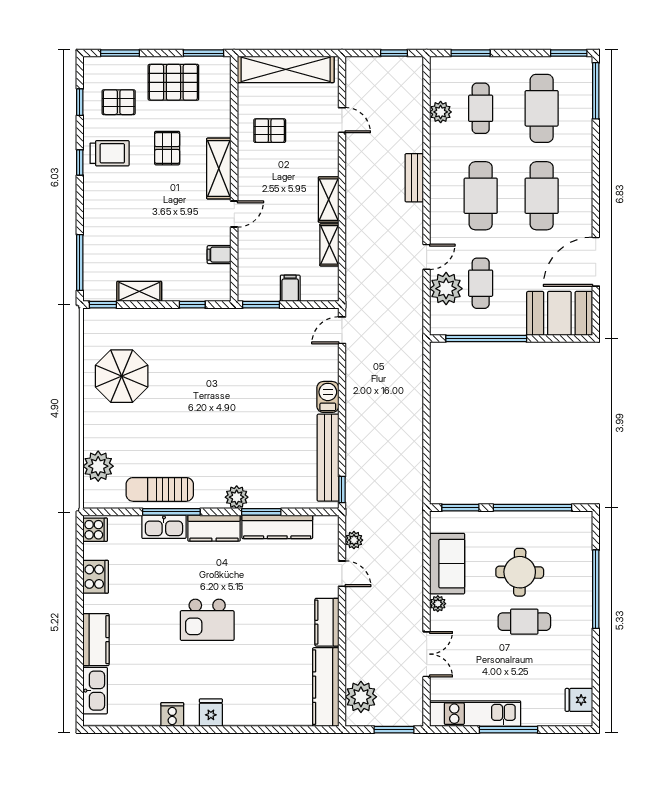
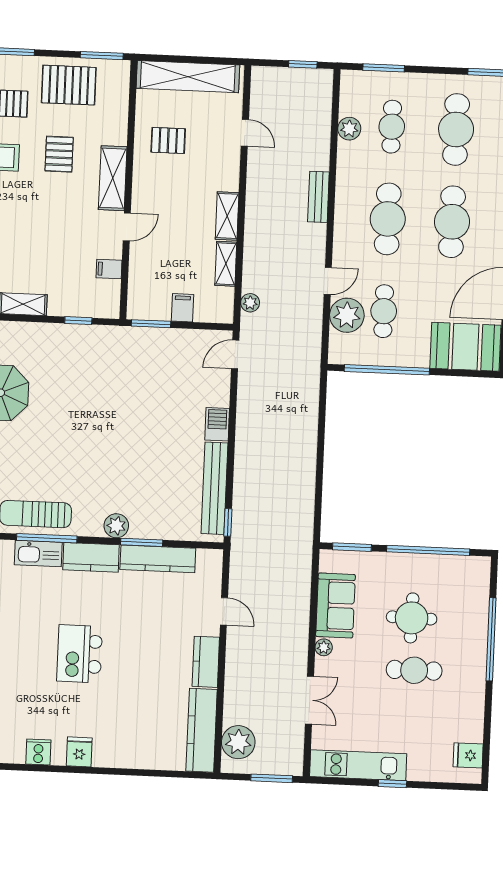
plant: (354, 540) -> (250, 303), moved
kitchen island: (207, 620) -> (80, 654), turned 90
window: (509, 730) -> (392, 784), width x0.46

